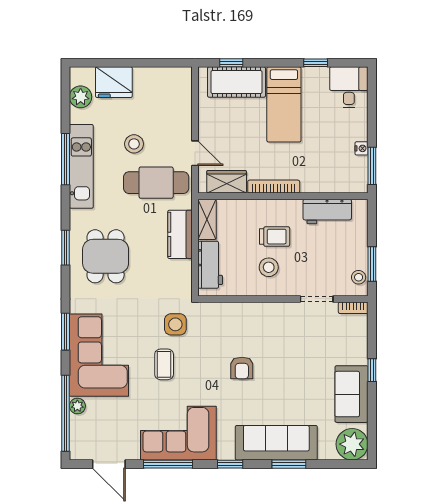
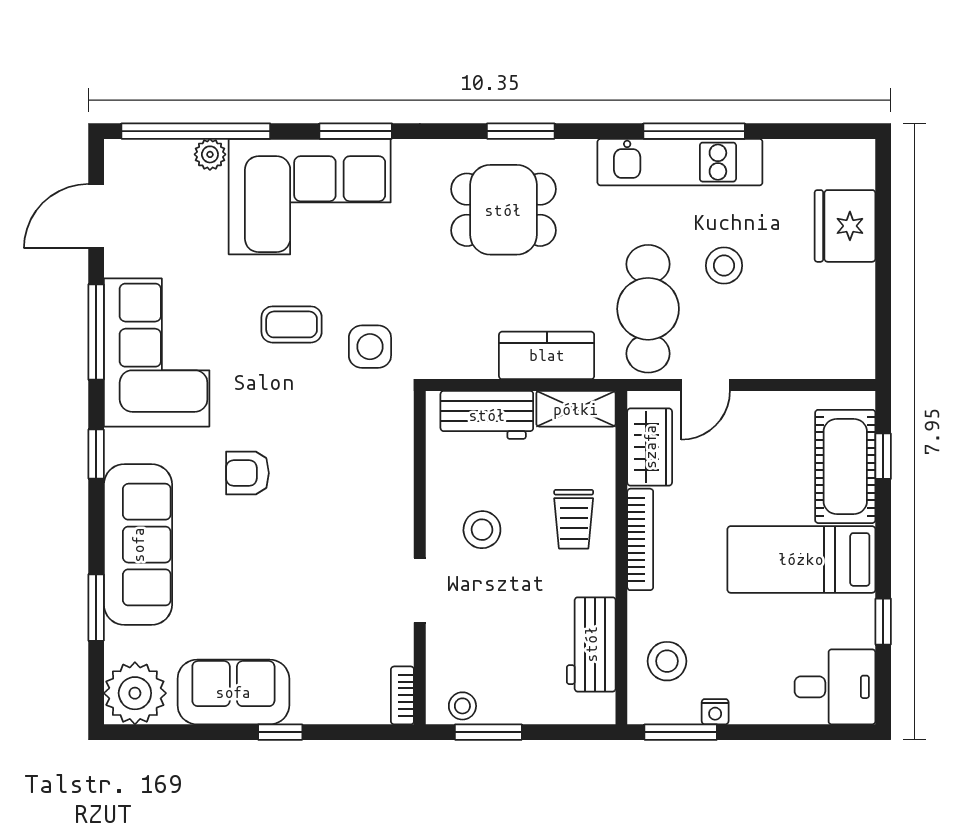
plant: (81, 97) -> (816, 161), removed
stool: (336, 173) -> (667, 661), added
trolley: (275, 237) -> (574, 519), moved
doorway: (317, 299) -> (420, 590), moved
armchair: (242, 368) -> (247, 473), moved
window: (289, 464) -> (96, 608), moved

